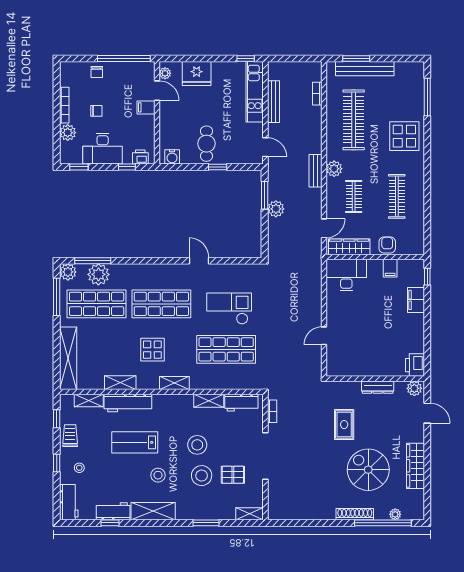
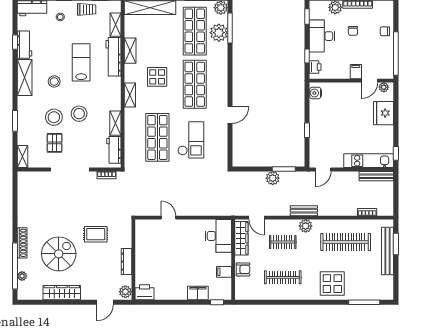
bench: (273, 102) -> (376, 176), moved
cafe table: (207, 144) -> (326, 121), removed

